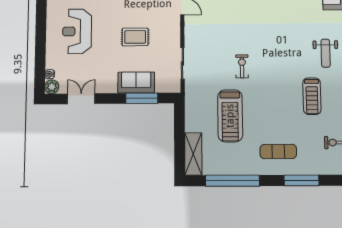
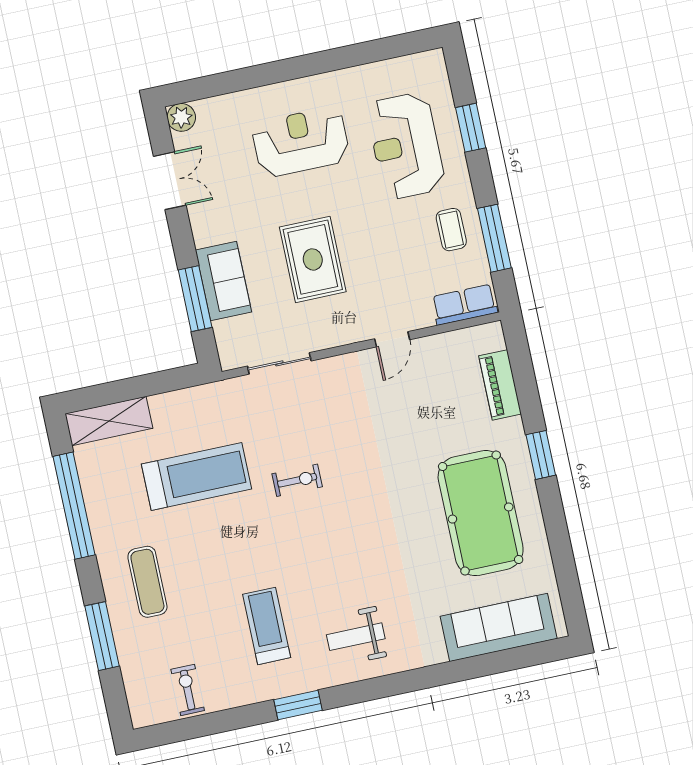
rug: (135, 37) -> (313, 259), width x1.36, depth x1.43
water cooler: (50, 74) -> (205, 107), removed
treadmill: (312, 96) -> (267, 626), turned 90
treadmill: (230, 116) -> (196, 477), turned 180

